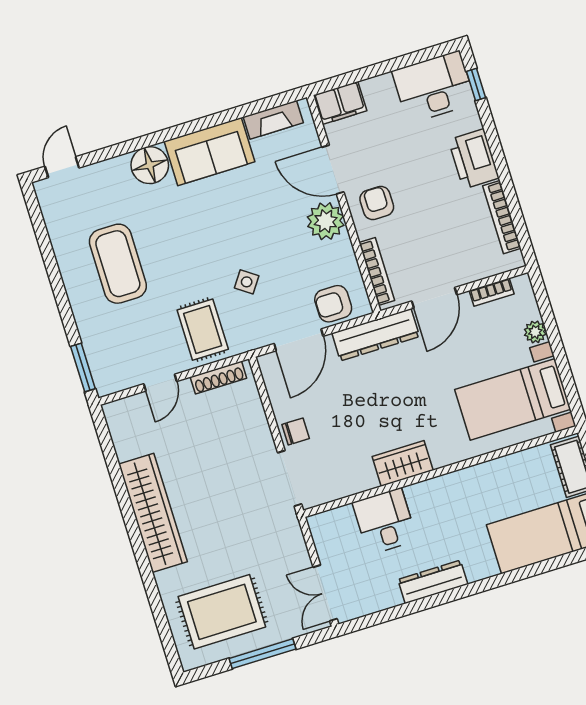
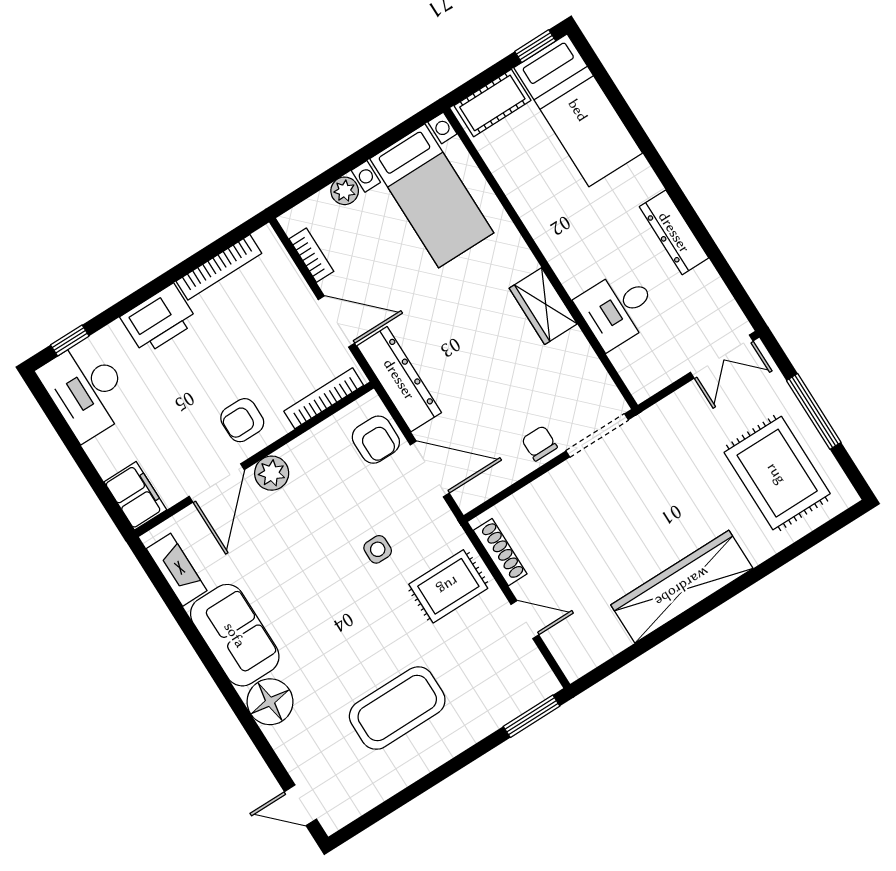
plant: (326, 221) -> (272, 473), width x0.73, depth x0.73
side table: (247, 282) -> (378, 549), turned -35

